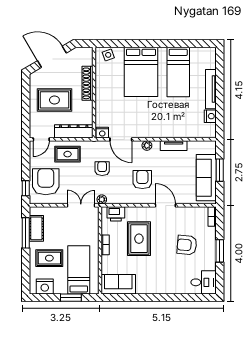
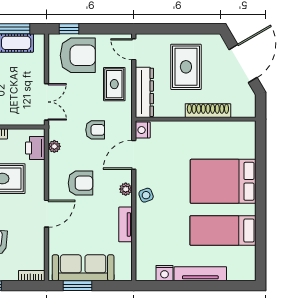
side table: (108, 55) -> (146, 195), moved
window: (220, 170) -> (78, 286), moved
plant: (102, 199) -> (54, 146), moved

